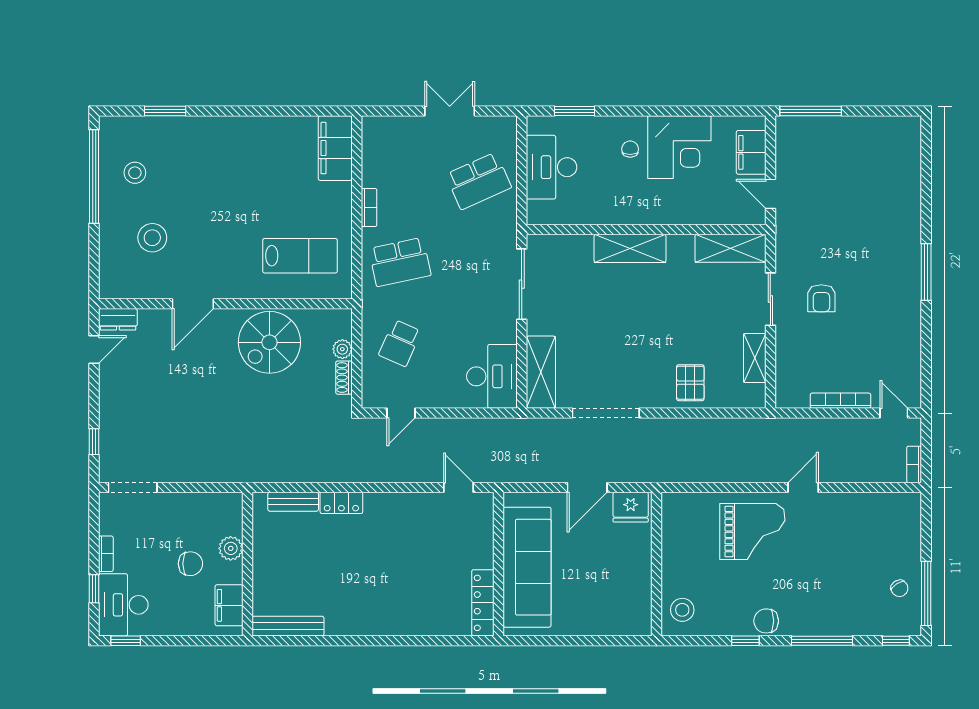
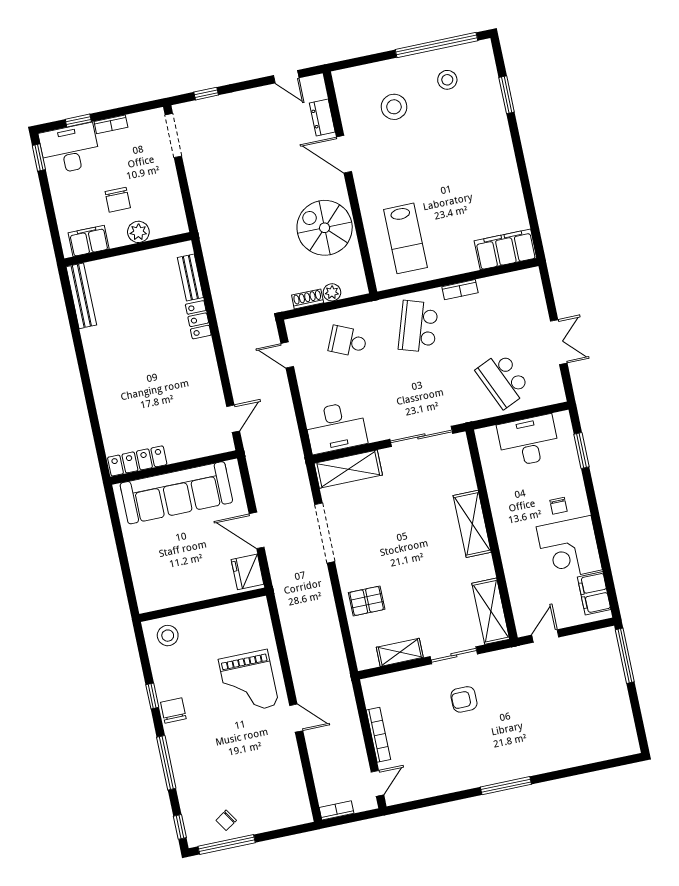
chair: (630, 149) -> (559, 506), turned 90
filing cabinet: (751, 152) -> (594, 593), moved, turned -90
school desk: (400, 262) -> (418, 326), turned 30
dresser: (118, 319) -> (322, 117), moved

